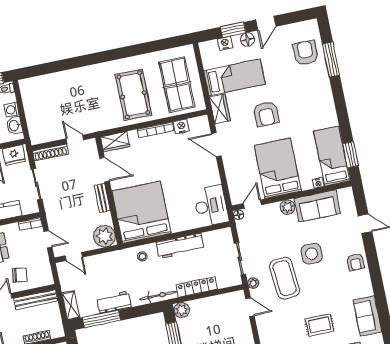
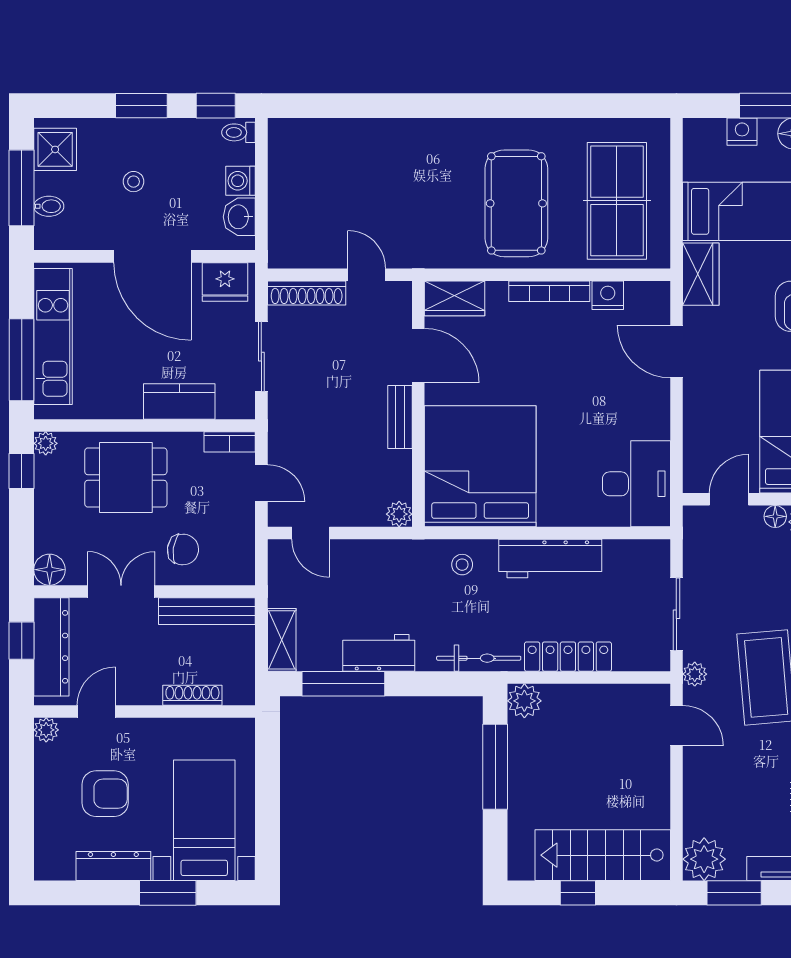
floor lamp: (239, 215) -> (775, 516), moved
plant: (105, 236) -> (399, 514), width x0.53, depth x0.53

